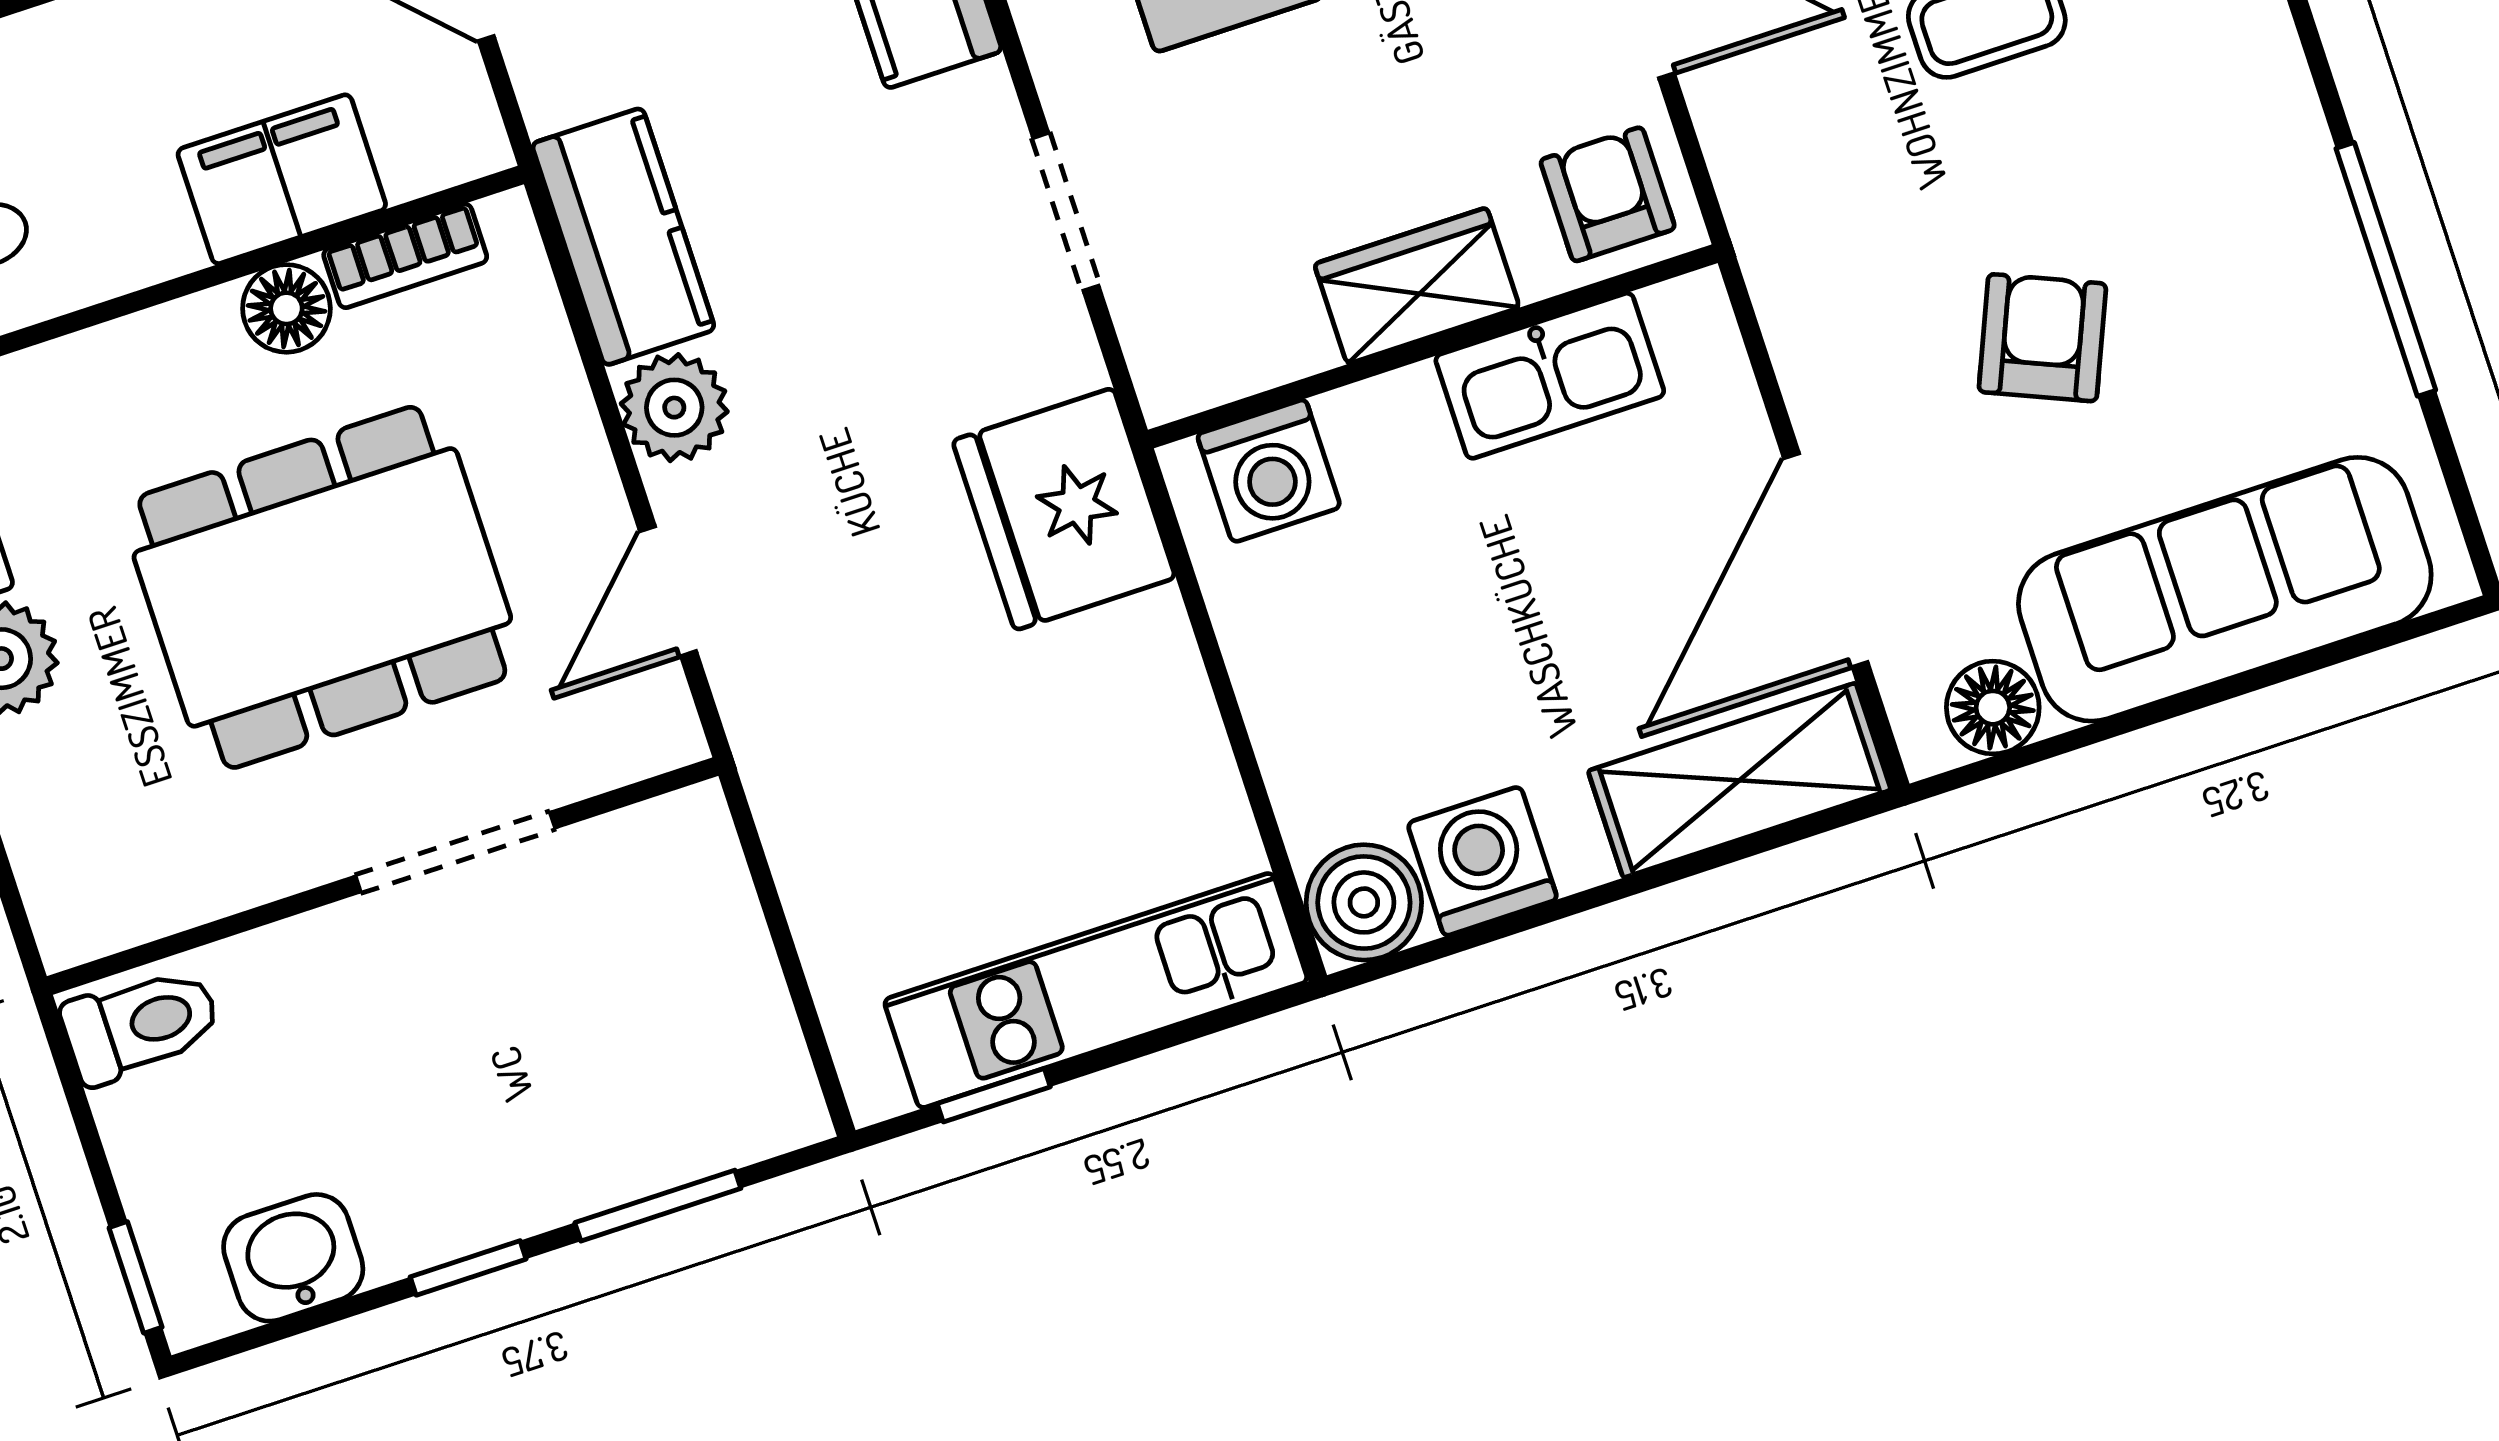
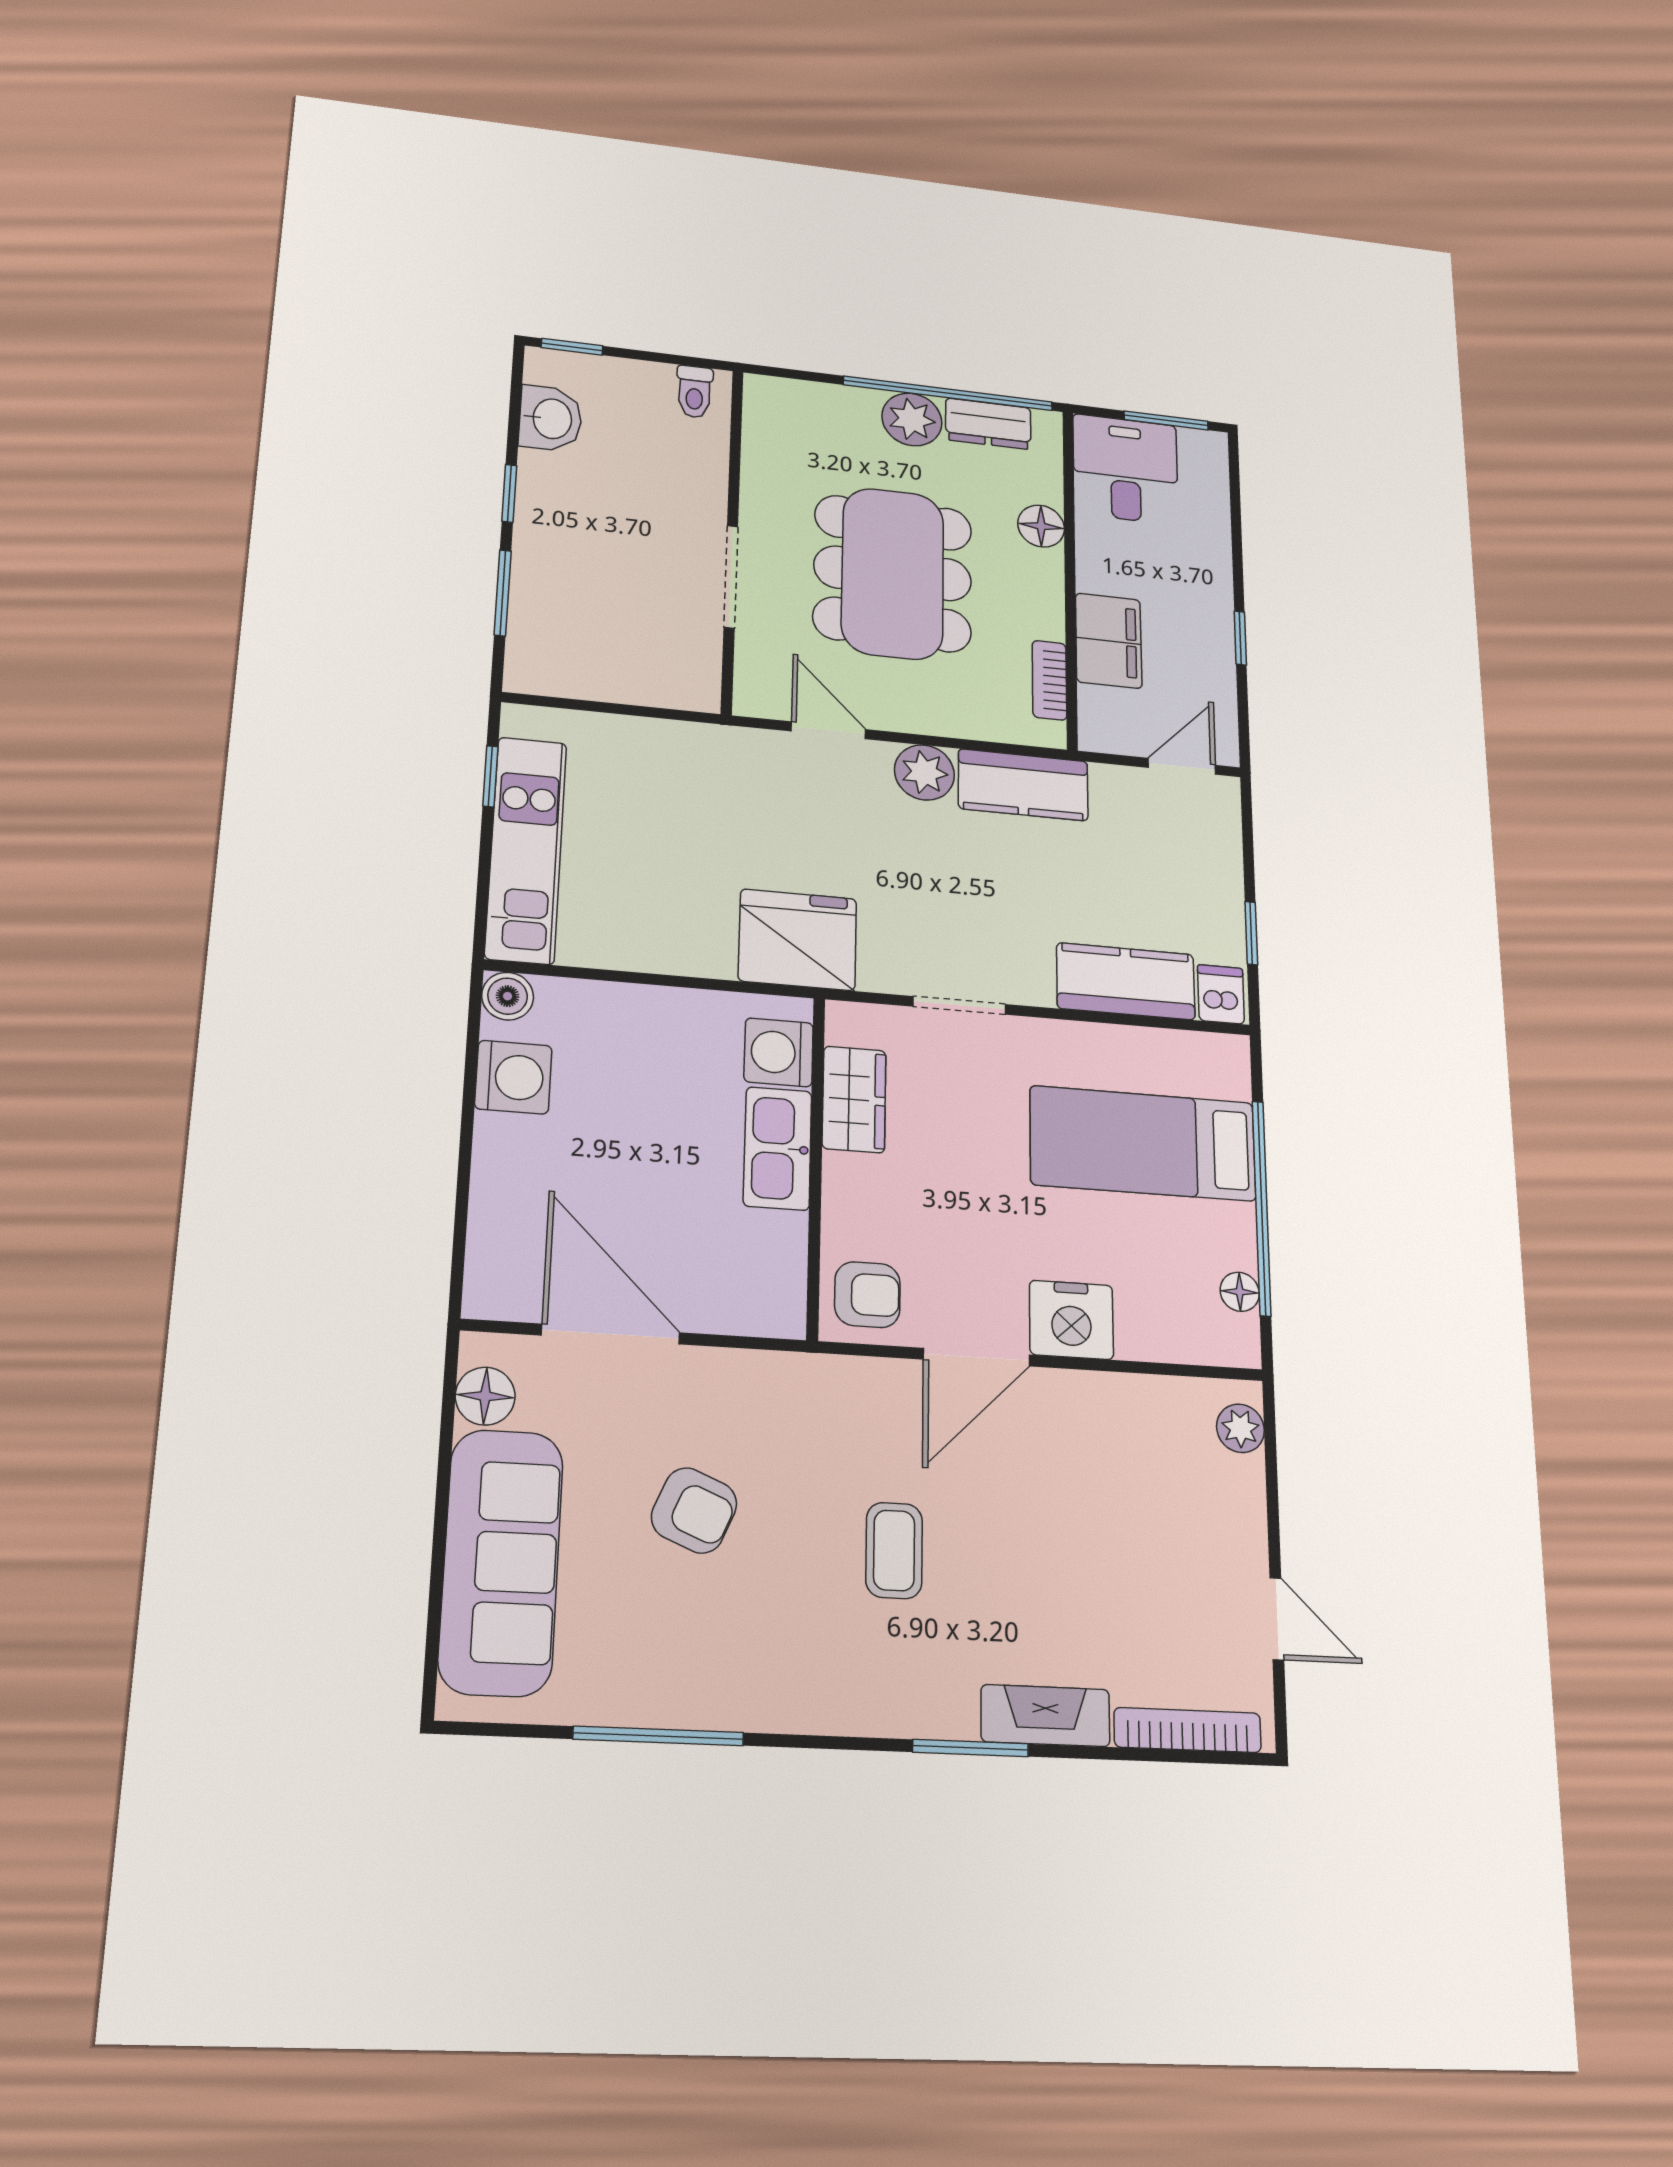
wardrobe: (1417, 286) -> (854, 1099), moved
floor lamp: (286, 308) -> (1041, 526), moved
kitchen sink: (1550, 376) -> (778, 1148), moved
shelving: (1739, 780) -> (502, 1235), removed
boiler: (1364, 902) -> (508, 996), width x0.73, depth x0.73
toilet: (141, 1025) -> (695, 392), width x0.73, depth x0.72

